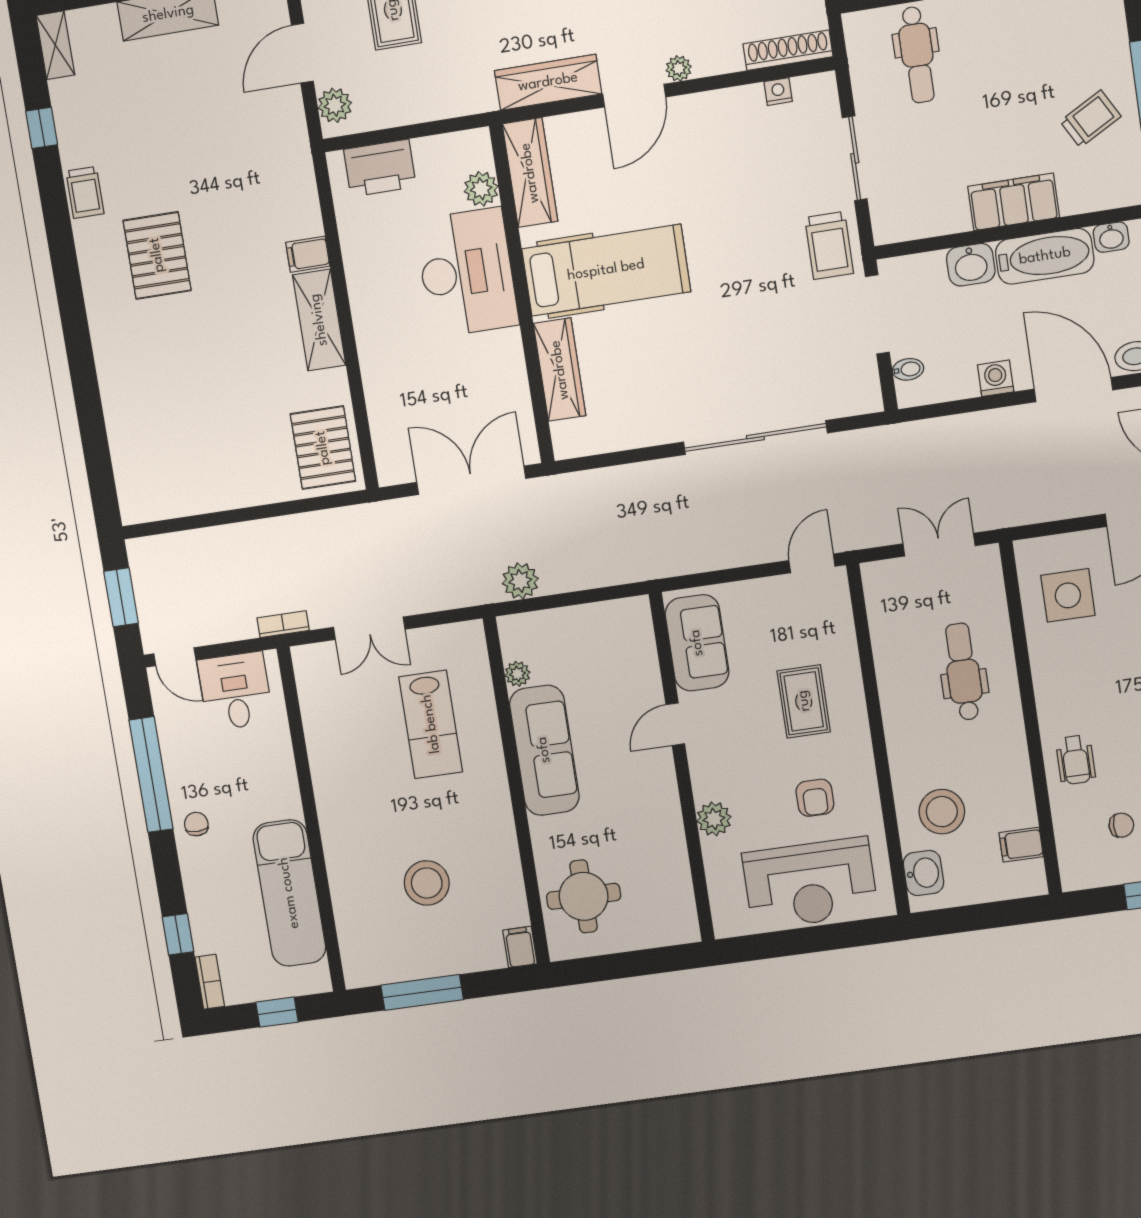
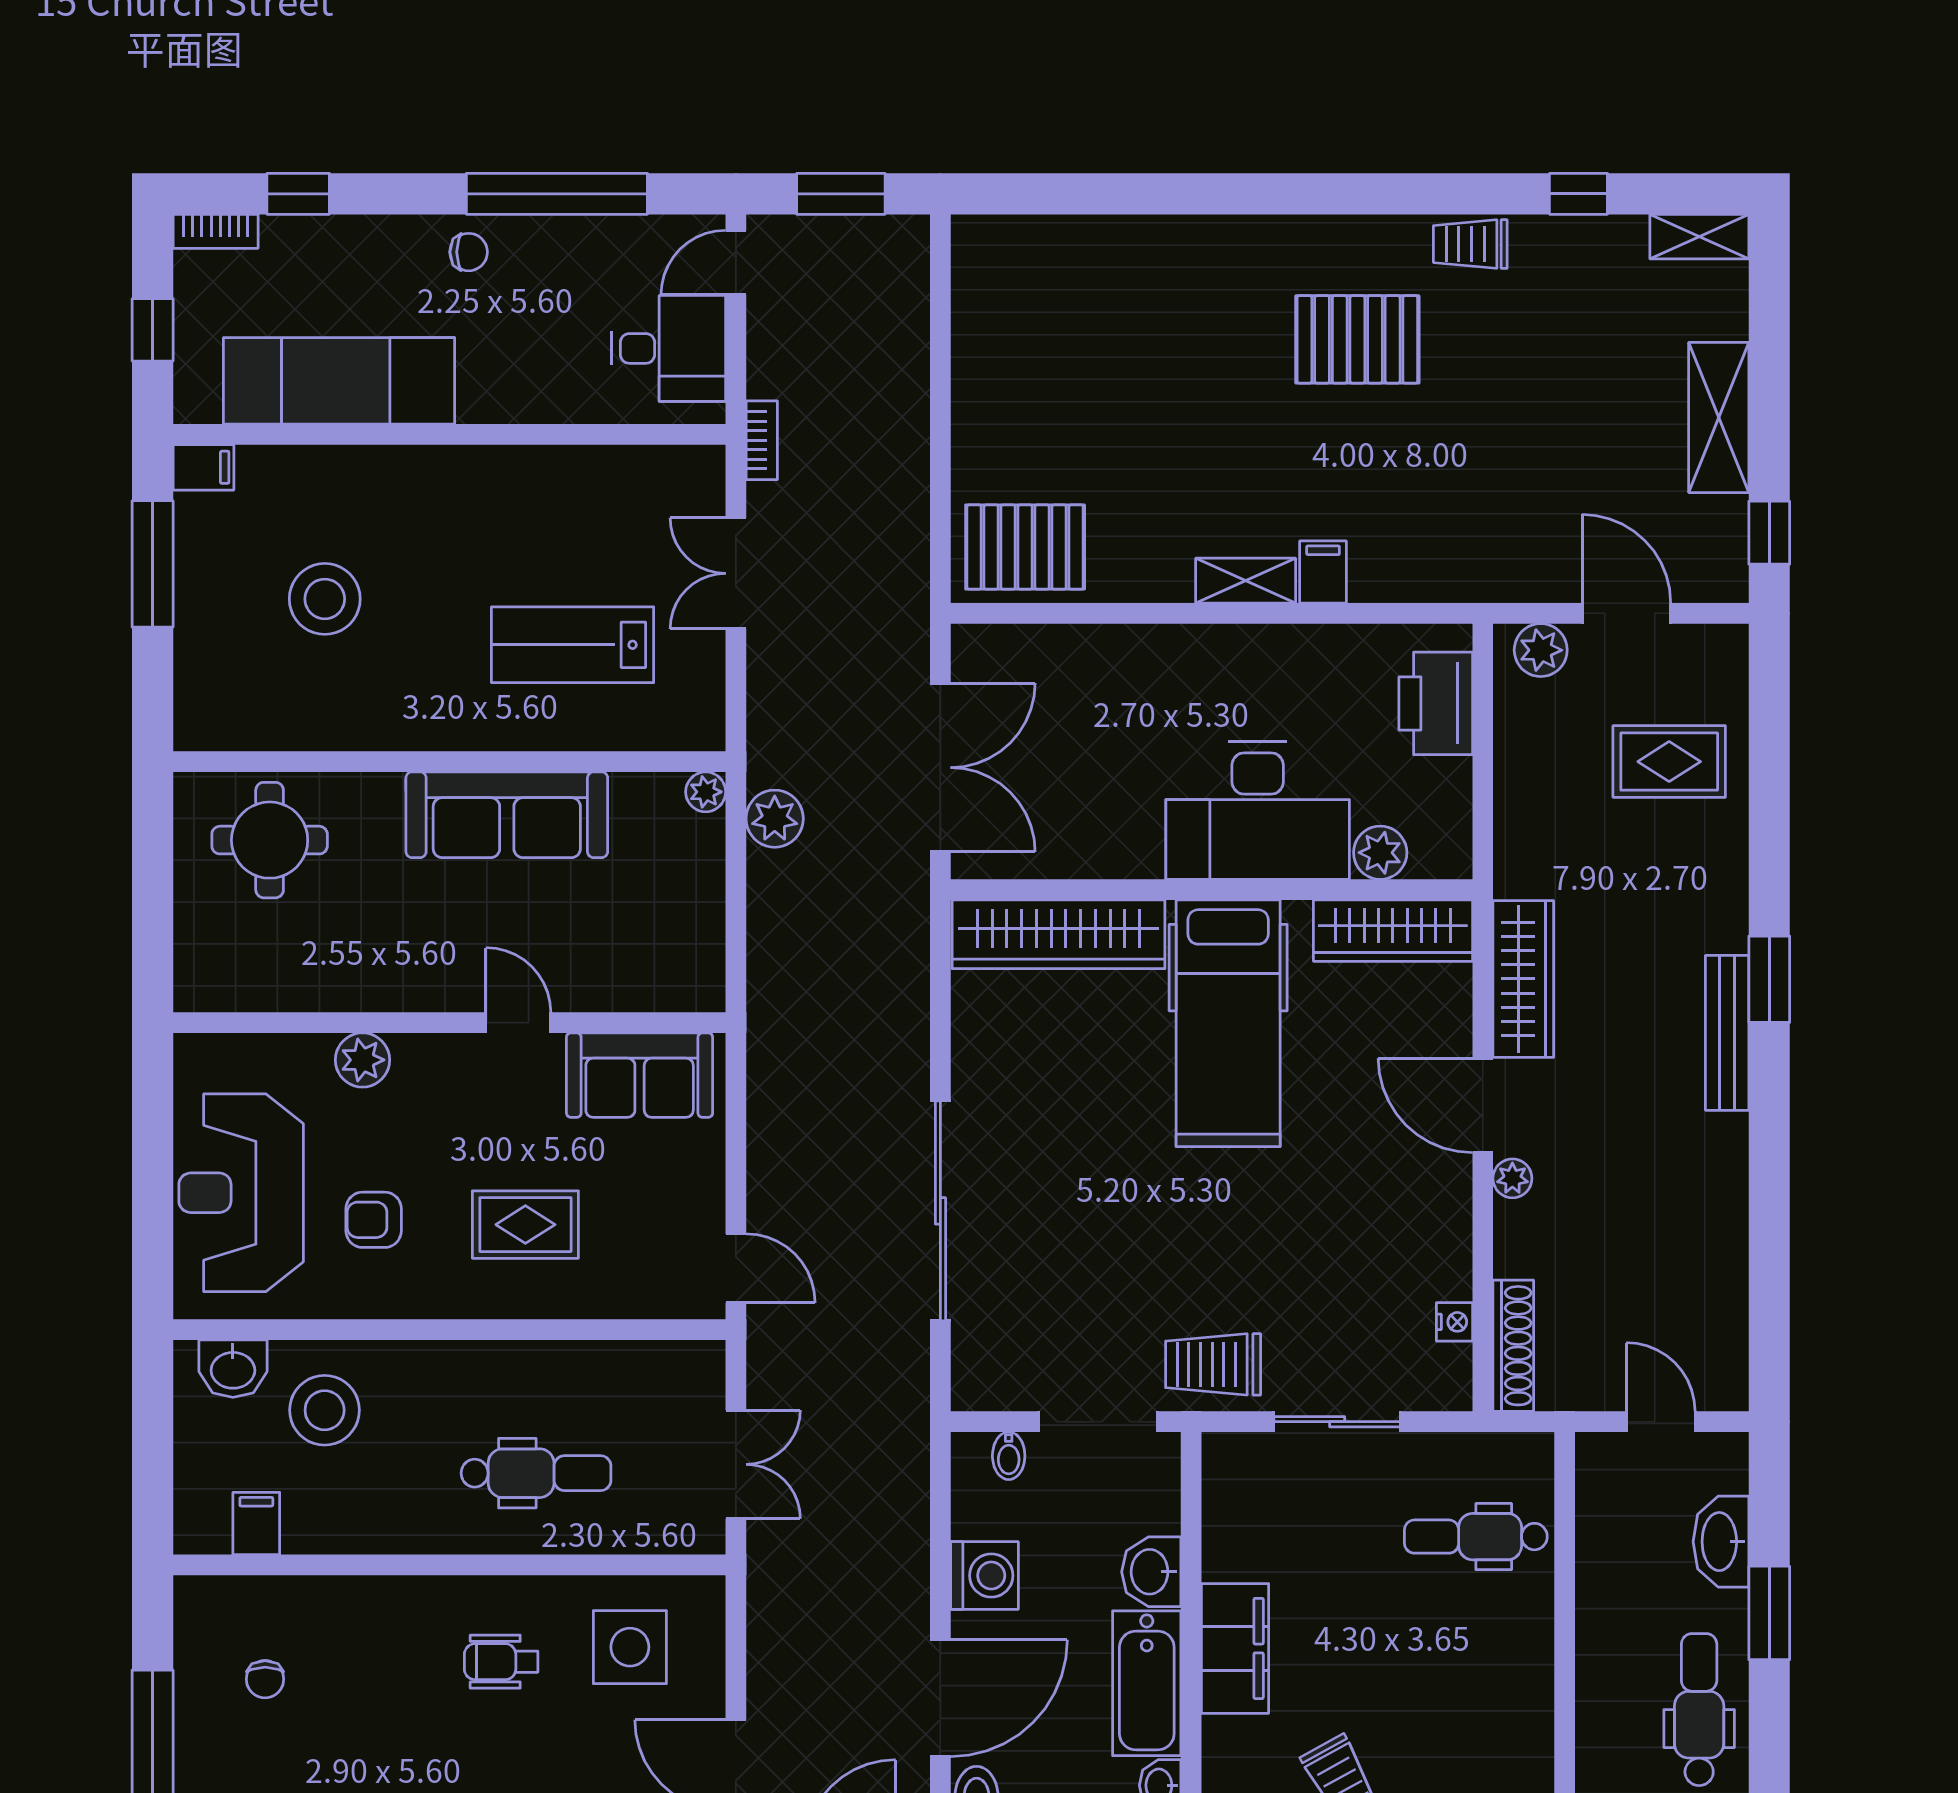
shelving: (319, 320) -> (1246, 581), width x0.67, depth x0.75
wardrobe: (560, 370) -> (1058, 934), width x1.40, depth x1.17
washing machine: (996, 378) -> (984, 1575), width x1.38, depth x1.38
plant: (517, 674) -> (706, 792), moved
wheelchair: (1076, 760) -> (501, 1662), moved
filing cabinet: (520, 947) -> (203, 467), moved

